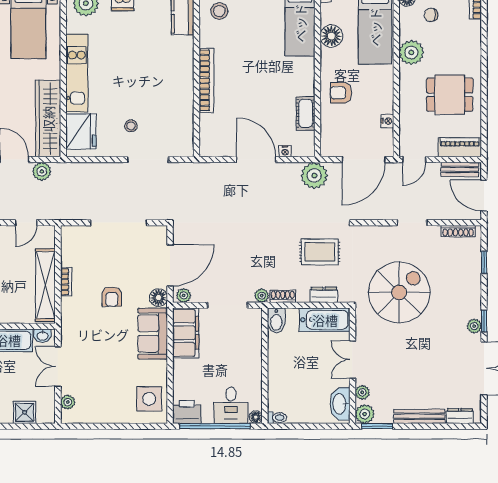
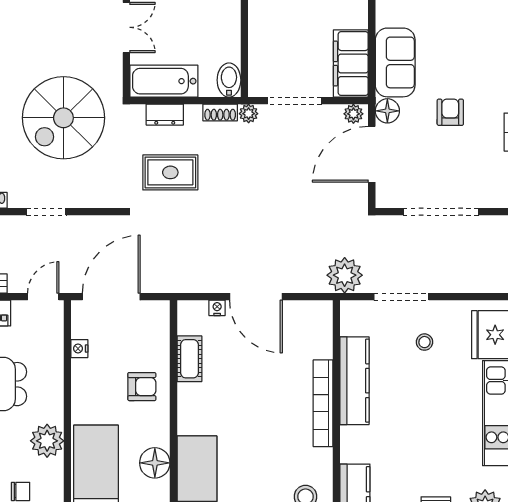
kitchen counter: (183, 97) -> (354, 381), added
plant: (314, 175) -> (345, 275), moved

